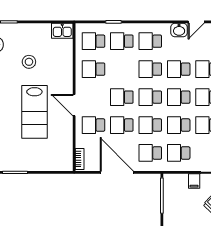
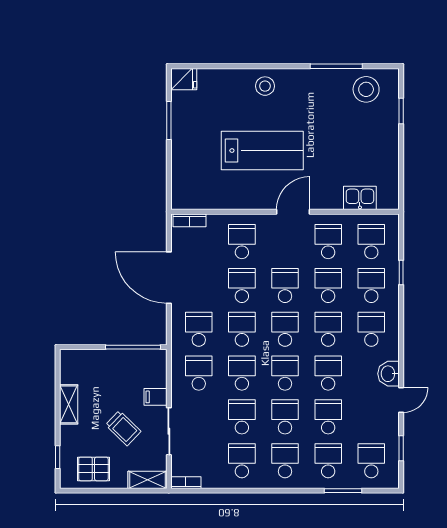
door: (196, 22) -> (401, 400), swing flipped
kitchen sink: (62, 31) -> (360, 198), moved, turned 90
stool: (29, 62) -> (339, 142), removed
school desk: (122, 69) -> (328, 285), added
door: (74, 105) -> (293, 212), moved
lab bench: (34, 112) -> (262, 151), turned 180
door: (117, 172) -> (169, 278), swing flipped

